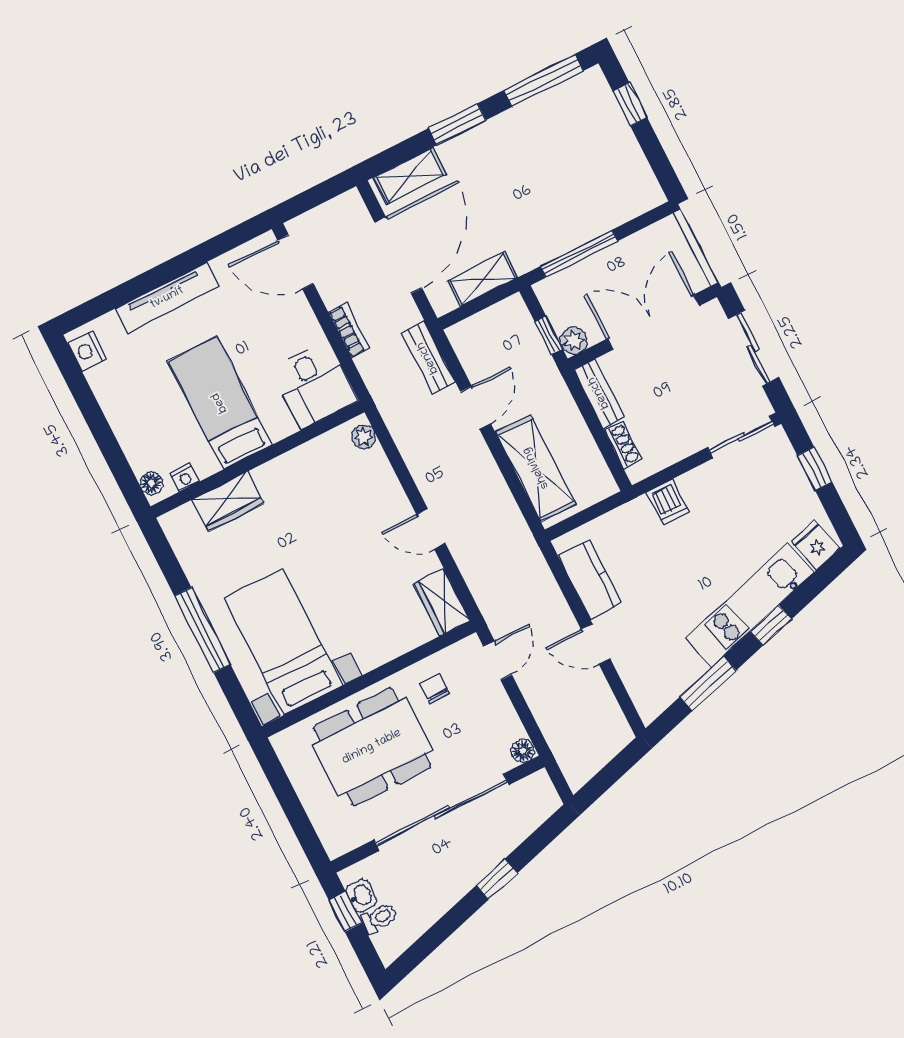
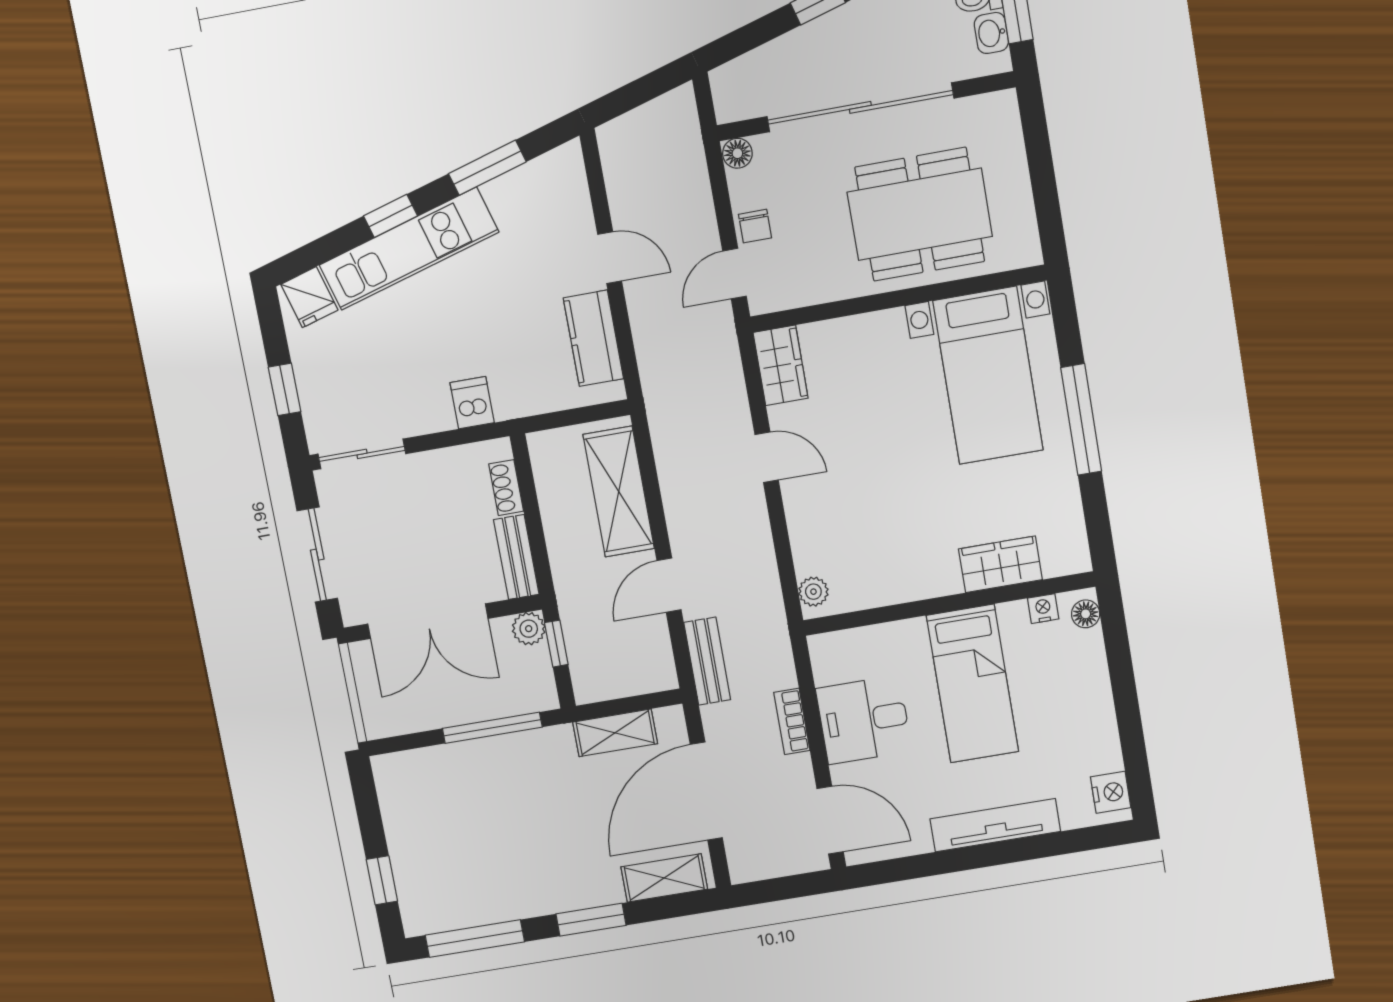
desk: (314, 385) -> (864, 720), moved, turned -90
chair: (435, 689) -> (755, 226), moved

